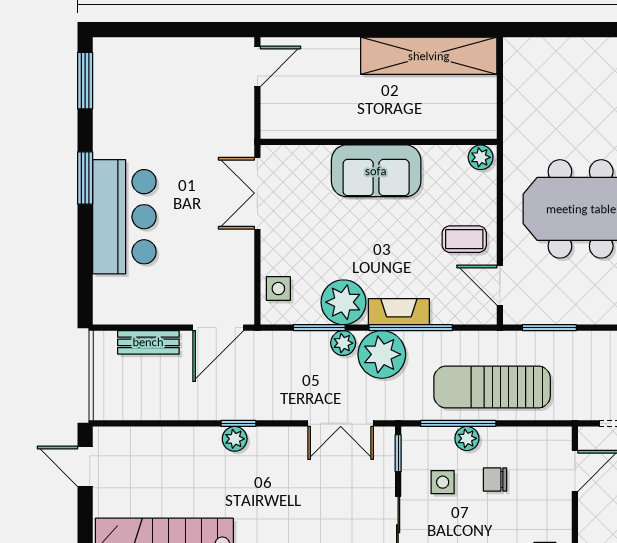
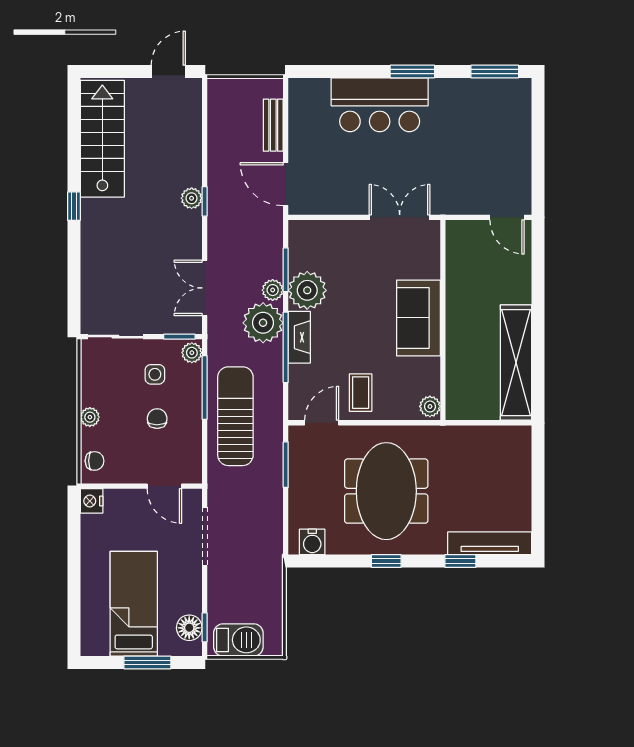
side table: (278, 289) -> (319, 235), removed
plant: (467, 438) -> (192, 353), moved

